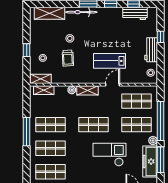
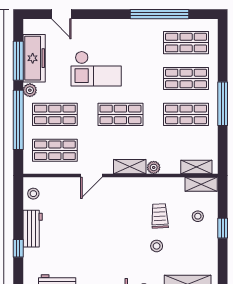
lab bench: (109, 61) -> (96, 212), removed

